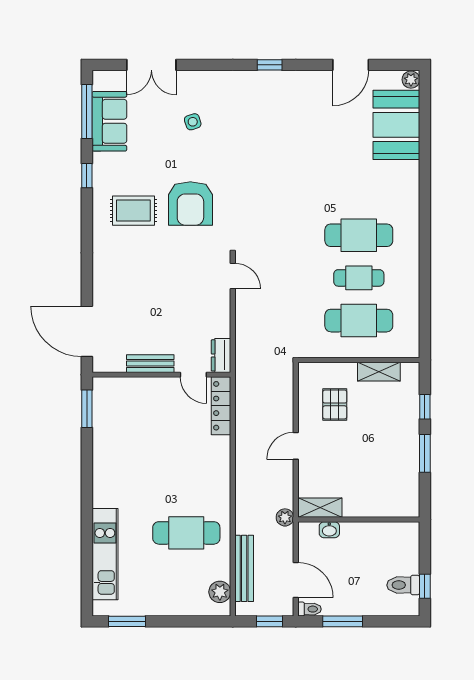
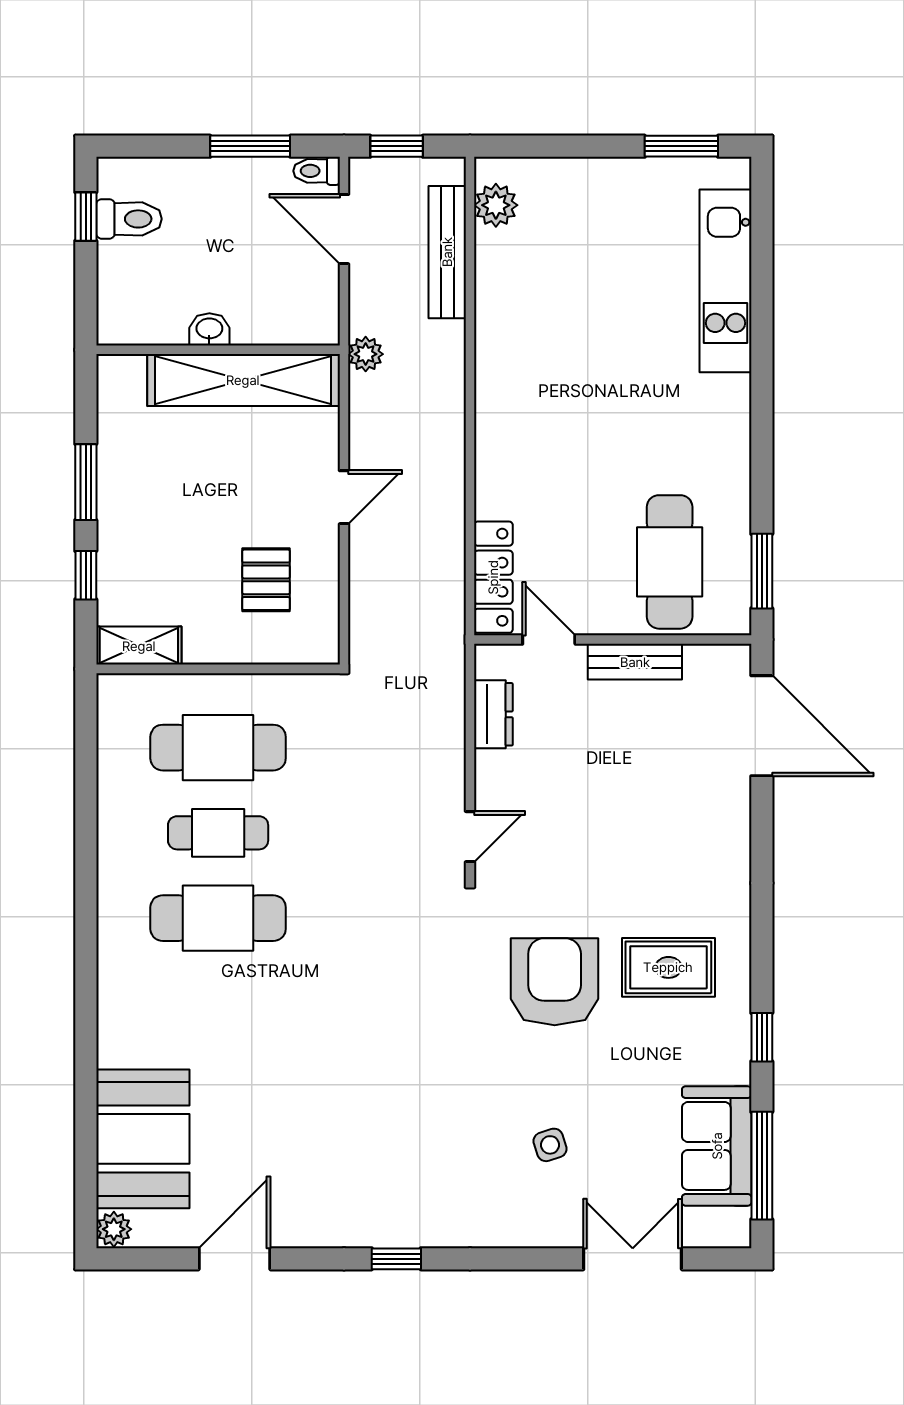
door: (233, 276) -> (470, 837), swing flipped
dresser: (221, 355) -> (493, 714), moved
shelving: (379, 372) -> (139, 646), moved
shelving: (320, 508) -> (243, 380), width x2.20, depth x1.33
washbasin: (329, 530) -> (209, 329), moved
cafe table: (186, 533) -> (670, 562), moved, turned 90

